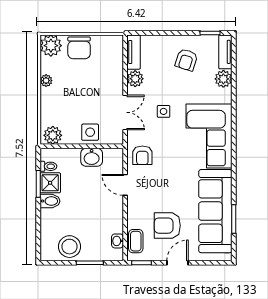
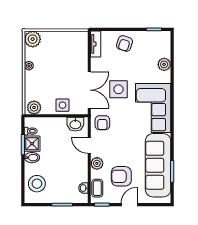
chair: (79, 48) -> (54, 41), removed
tv unit: (225, 52) -> (166, 44), removed
armchair: (186, 60) -> (125, 43), moved
plant: (135, 79) -> (97, 163), moved
side table: (164, 111) -> (119, 89), width x1.87, depth x1.87
double door: (125, 112) -> (89, 90), width x1.37
washbasin: (92, 157) -> (75, 124), moved
stool: (70, 247) -> (37, 184), moved

